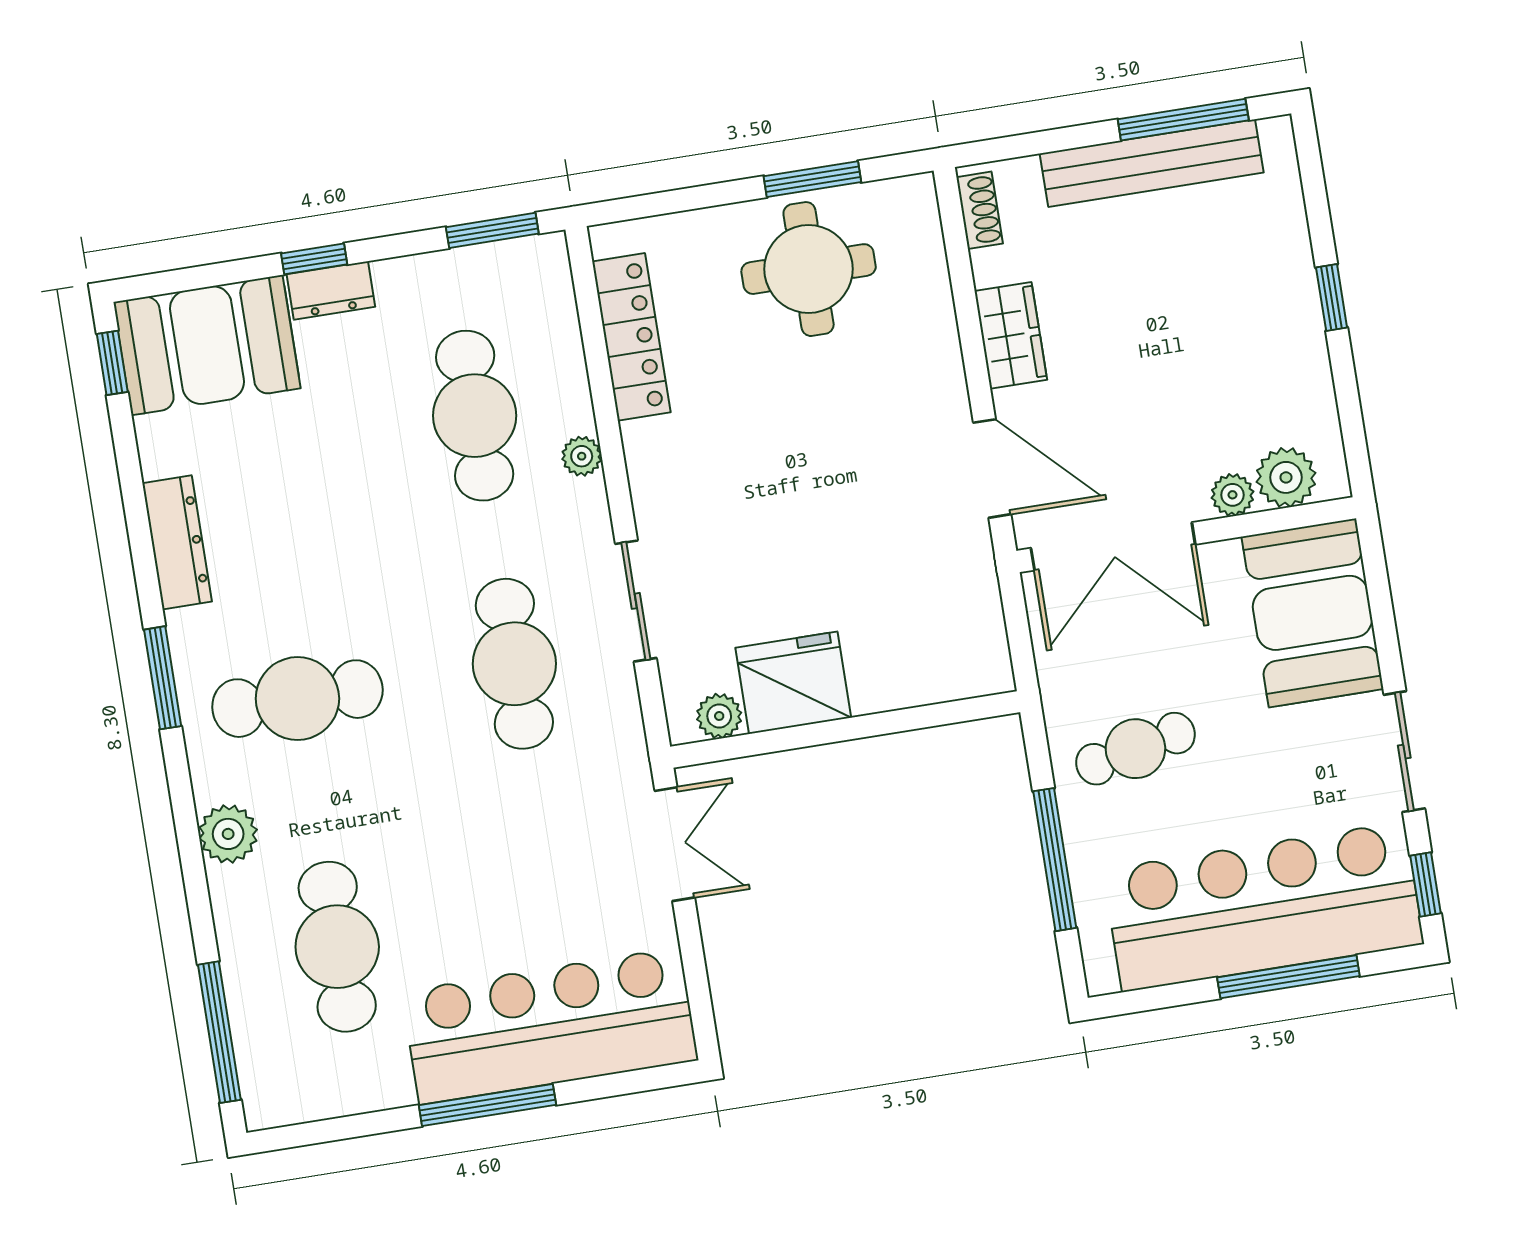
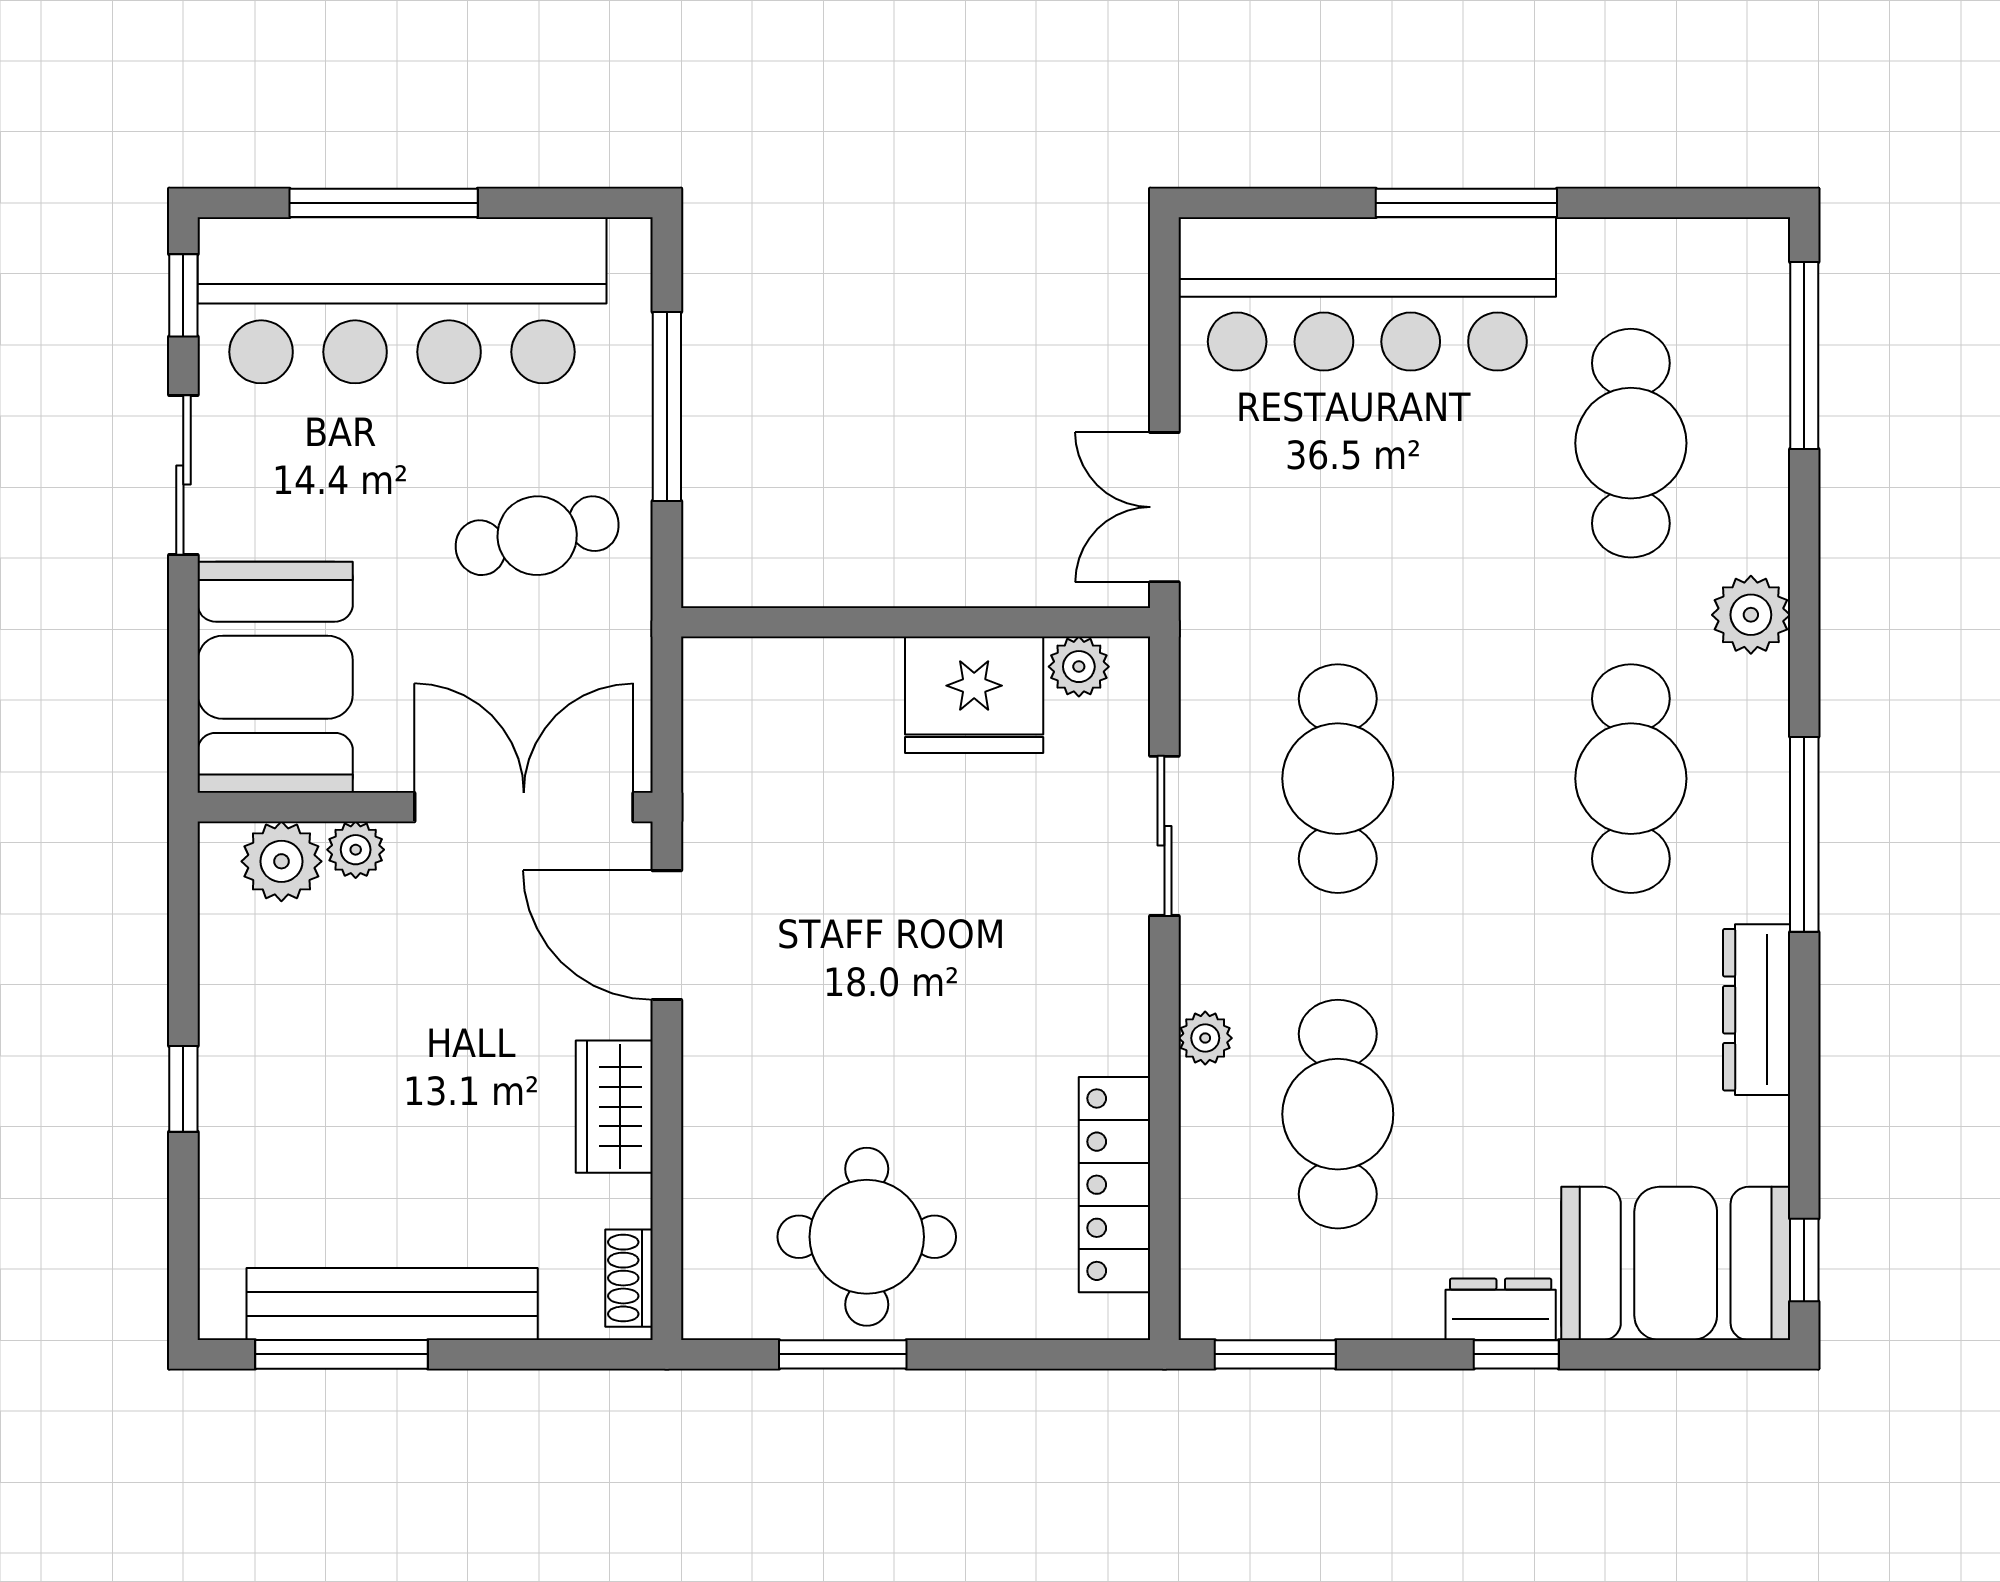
window: (163, 678) -> (1804, 834), width x1.44
cafe table: (297, 699) -> (1631, 779), turned 90

